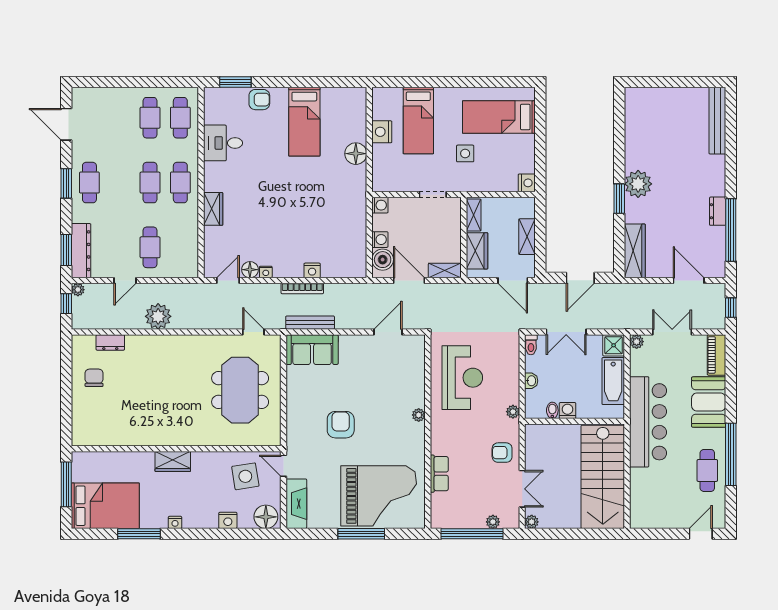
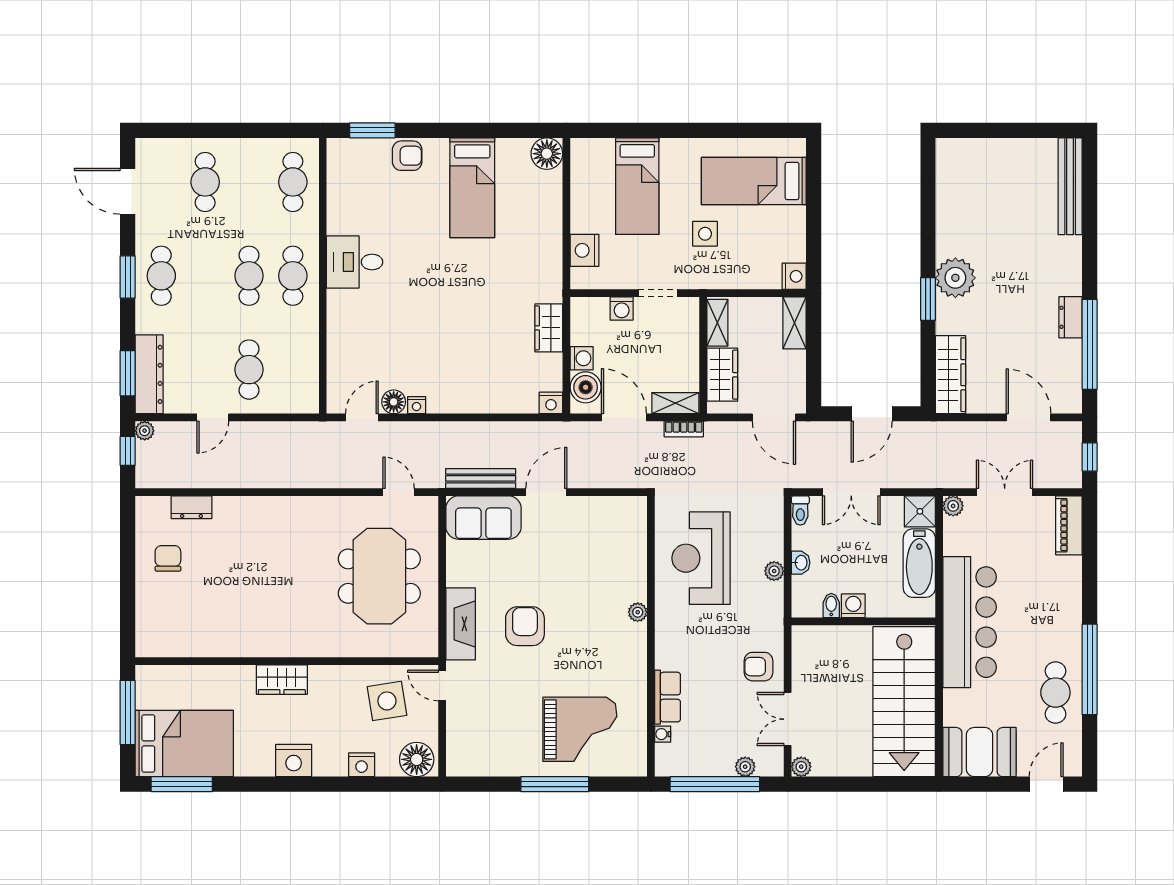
cafe table: (150, 118) -> (205, 182), moved
nightstand: (382, 132) -> (584, 250), moved
desk: (223, 143) -> (355, 262), moved
floor lamp: (356, 154) -> (547, 154), moved
washing machine: (380, 205) -> (622, 308), moved, turned 90
wardrobe: (213, 209) -> (549, 328), moved, turned 180
shelving: (527, 237) -> (795, 323), moved
nightstand: (312, 270) -> (551, 403), moved
bookcase: (302, 288) -> (684, 429), moved, width x0.64
plant: (158, 316) -> (261, 470), removed
door: (388, 332) -> (546, 492), moved
reception desk: (462, 378) -> (701, 558), turned 180
booth: (709, 402) -> (980, 752), moved, turned 90
plant: (513, 412) -> (774, 571), moved
double door: (522, 489) -> (788, 719), swing flipped
grand piano: (379, 496) -> (580, 729), width x0.73, depth x0.68
water cooler: (436, 499) -> (663, 734), added
fireplace: (296, 504) -> (461, 624), moved
nightstand: (175, 522) -> (294, 761), width x1.89, depth x1.79
window: (139, 534) -> (182, 784), moved

